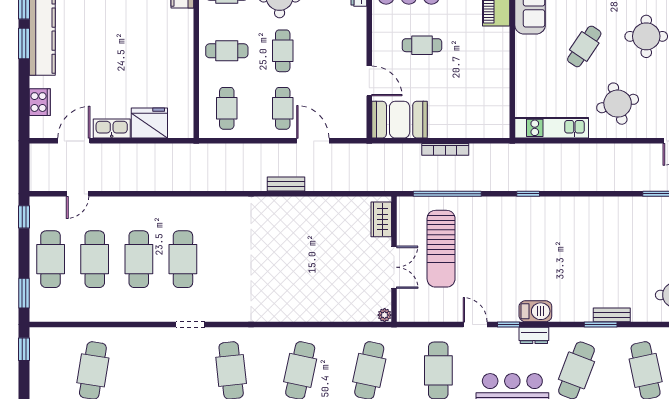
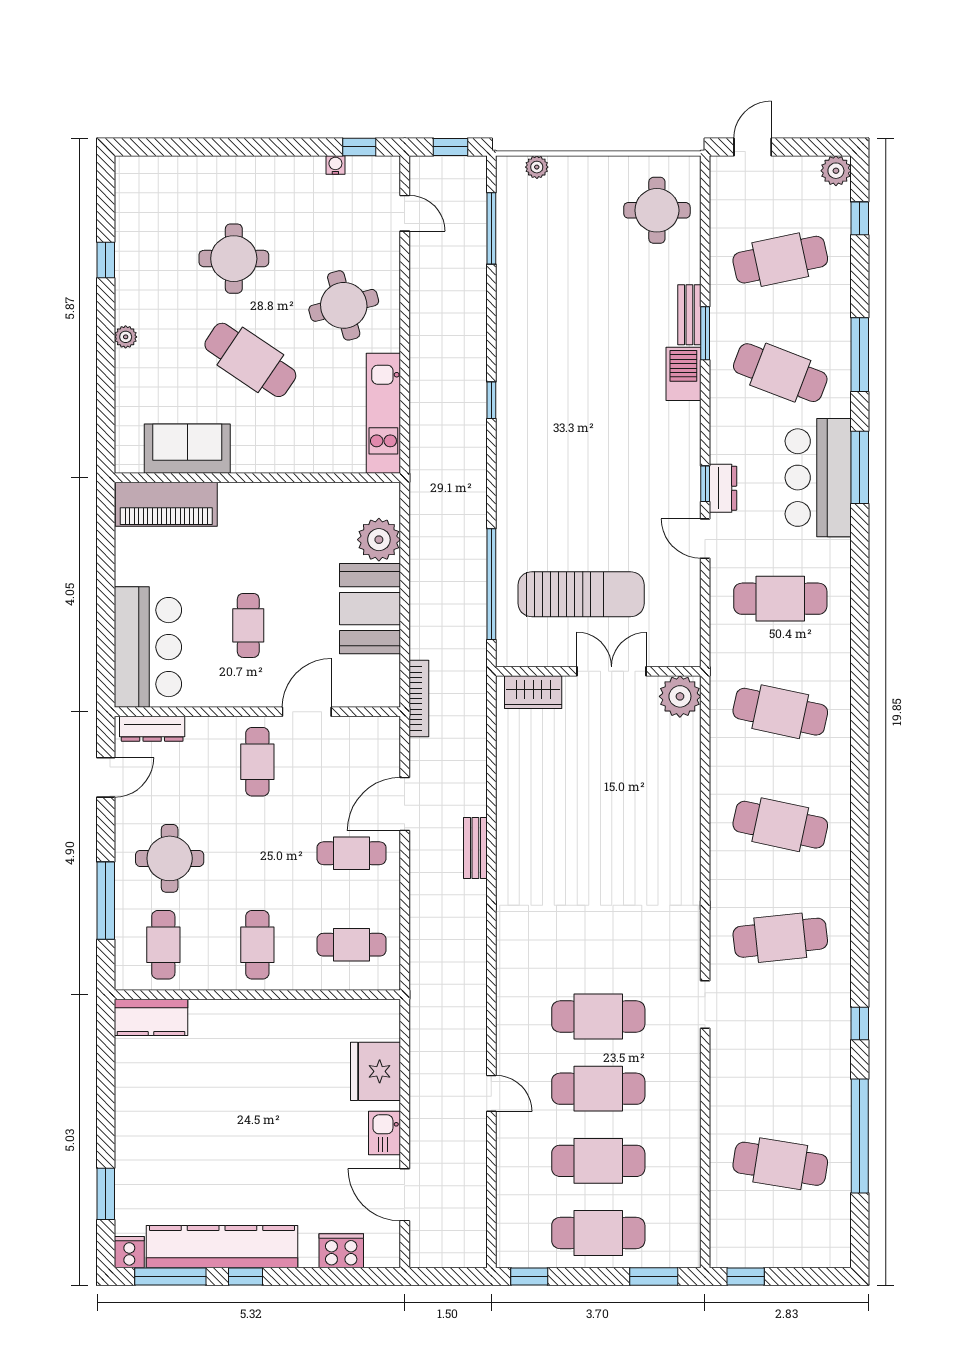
window: (24, 43) -> (245, 1276), width x0.67
cafe table: (584, 46) -> (250, 360), width x1.37, depth x1.35
cafe table: (283, 51) -> (257, 762), moved, turned 90
booth: (400, 120) -> (370, 609), moved
plant: (474, 125) -> (379, 540), added
kitchen sink: (112, 128) -> (385, 1133), width x0.73
bookcase: (445, 149) -> (419, 699), moved
door: (78, 194) -> (491, 1093), moved
window: (528, 194) -> (491, 400), moved
barbecue: (535, 311) -> (683, 374), moved
plant: (385, 315) -> (680, 696), width x1.88, depth x1.88
door: (475, 324) -> (705, 539), hinge flipped
dresser: (534, 335) -> (723, 488), moved

